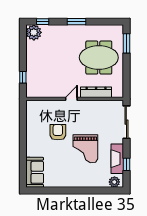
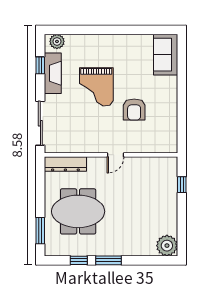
window: (43, 22) -> (79, 260), moved
dresser: (96, 92) -> (65, 164), moved
grand piano: (85, 149) -> (96, 87), turned 180

